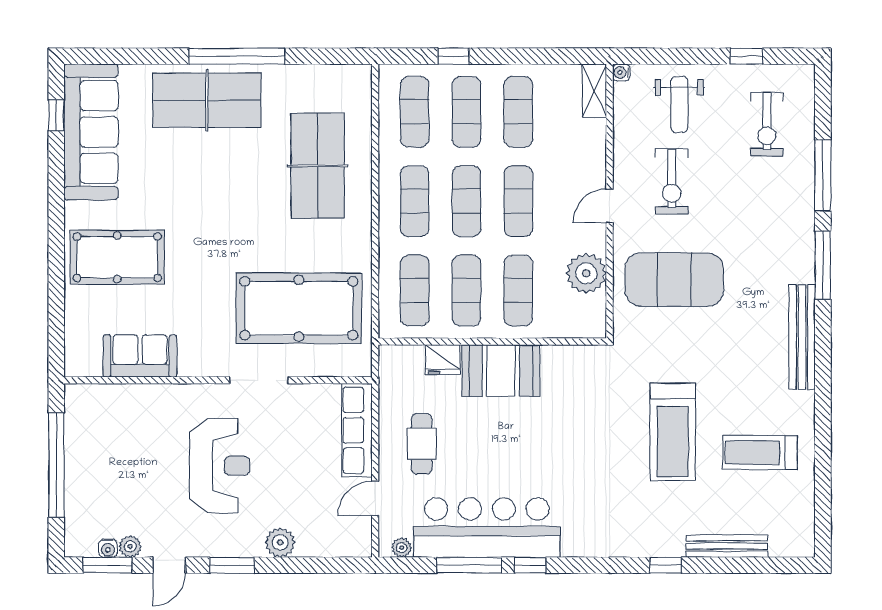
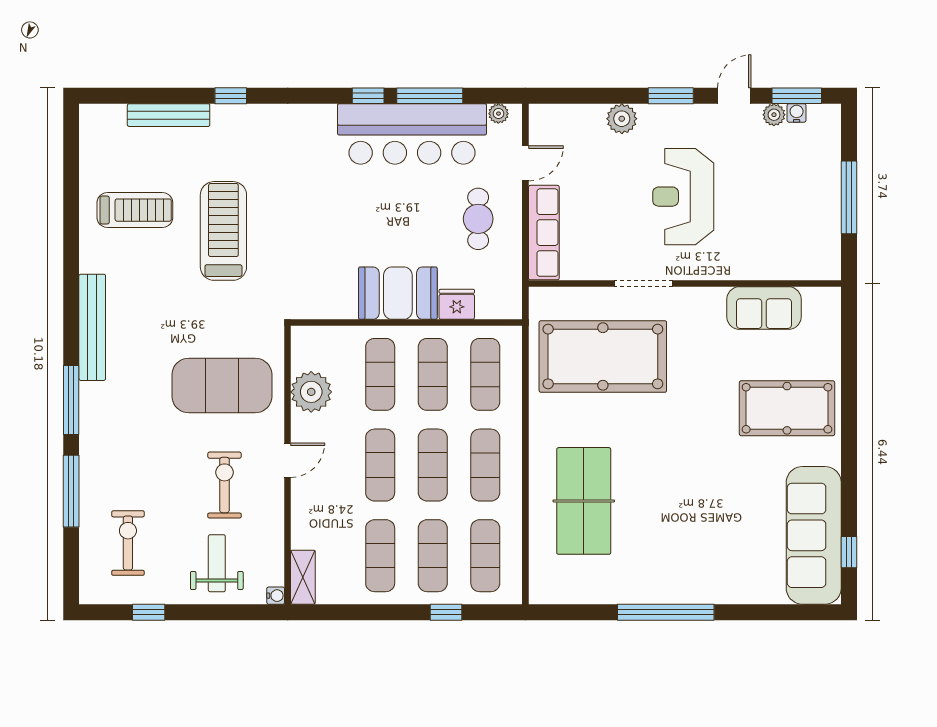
table tennis table: (207, 100) -> (696, 567), removed
window: (56, 465) -> (849, 197), width x0.68

